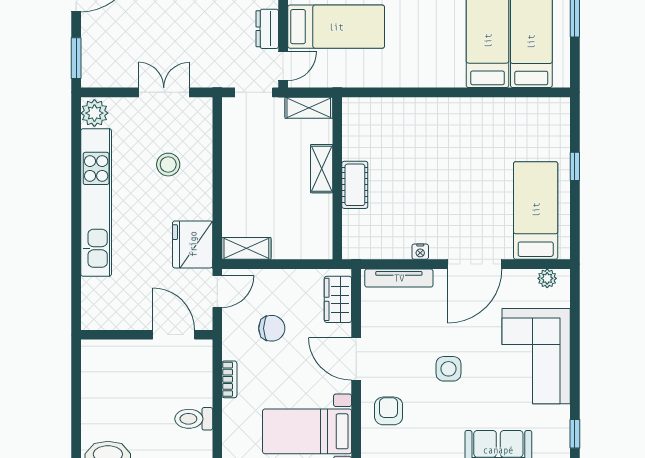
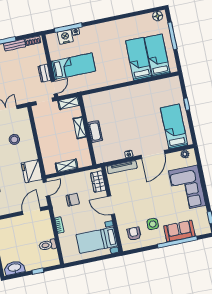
shelving: (246, 248) -> (67, 166), moved
door: (174, 335) -> (32, 211), hinge flipped
side table: (449, 369) -> (153, 224), moved
armchair: (389, 411) -> (134, 234), moved

